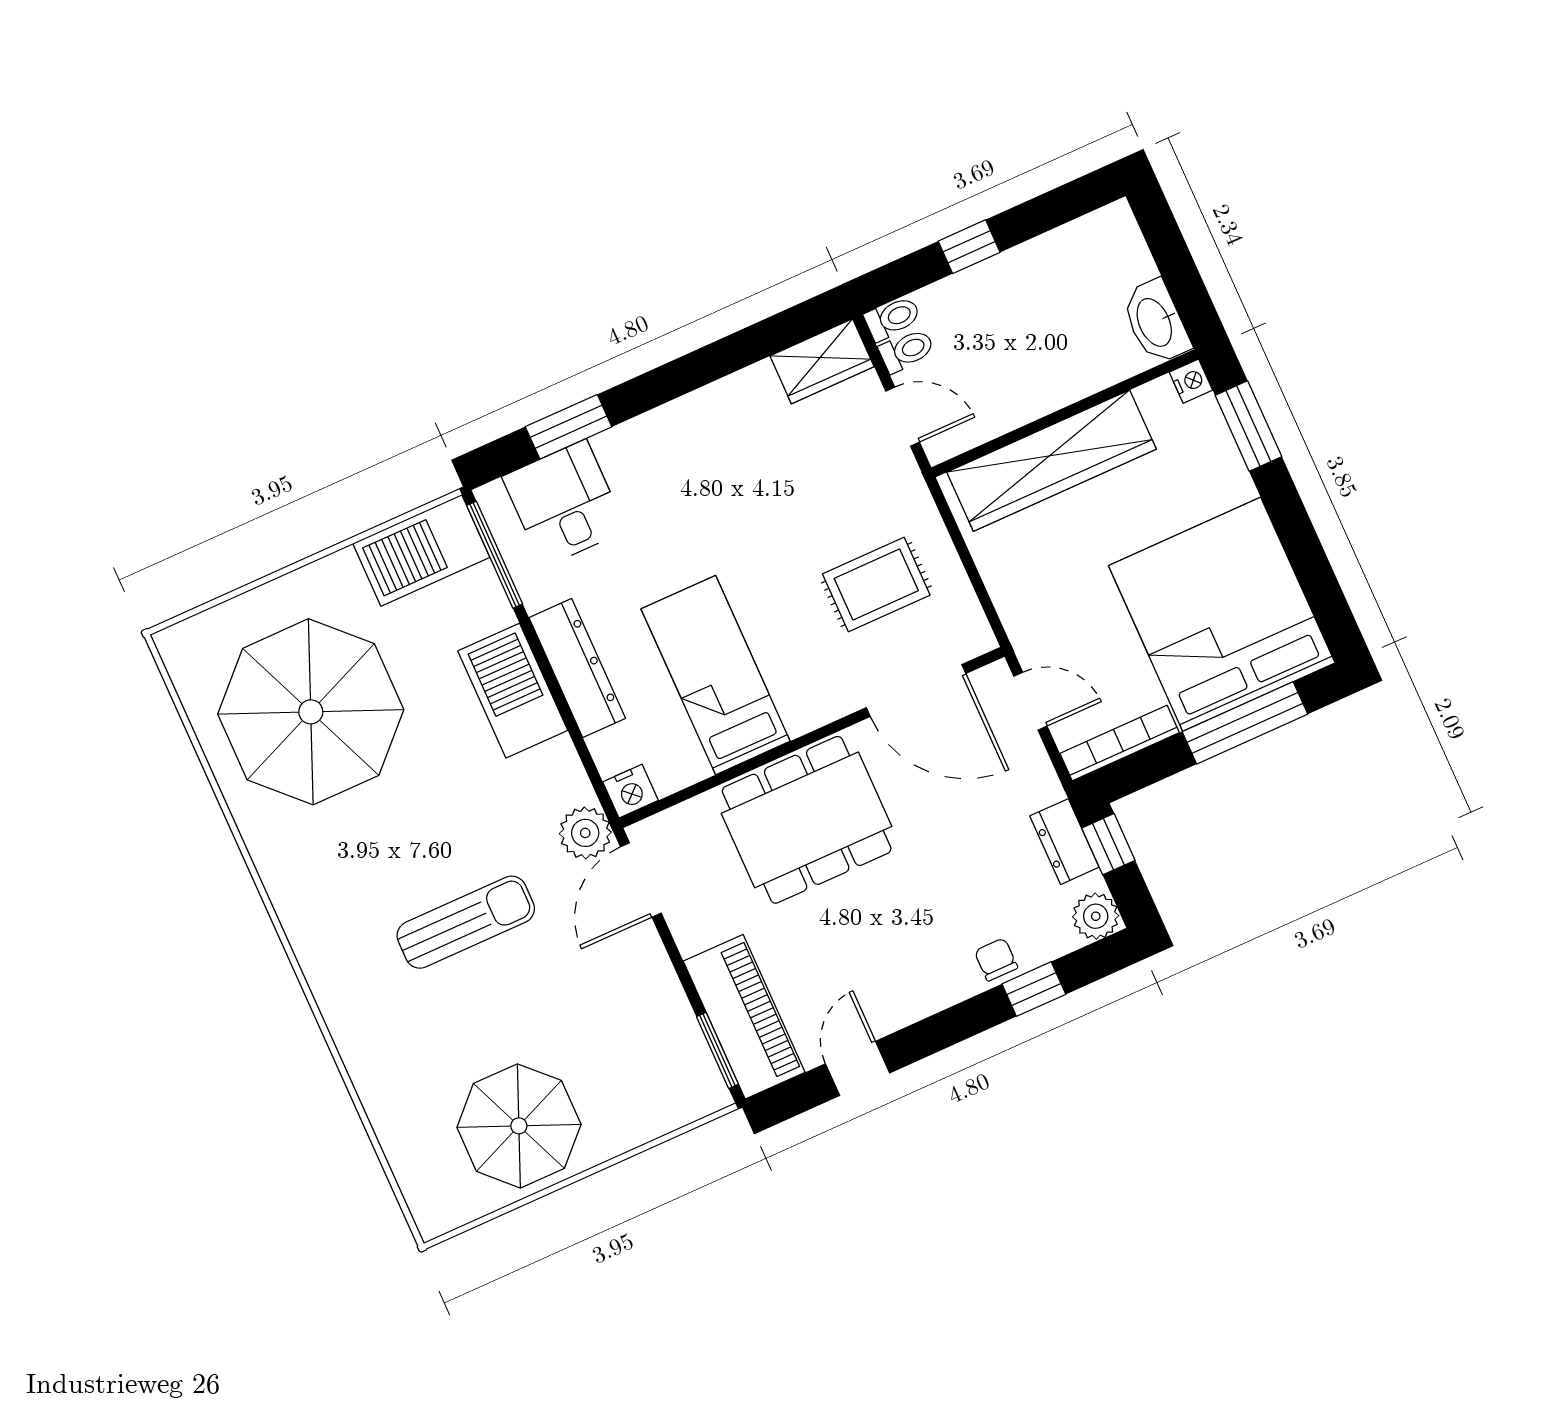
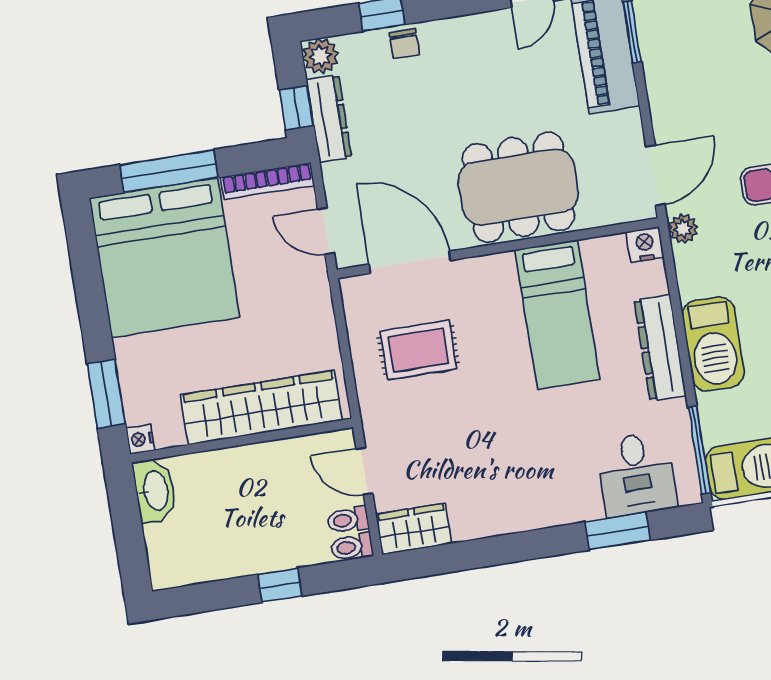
plant: (585, 833) -> (683, 229), width x0.73, depth x0.73
dresser: (1064, 842) -> (329, 118), width x1.44

